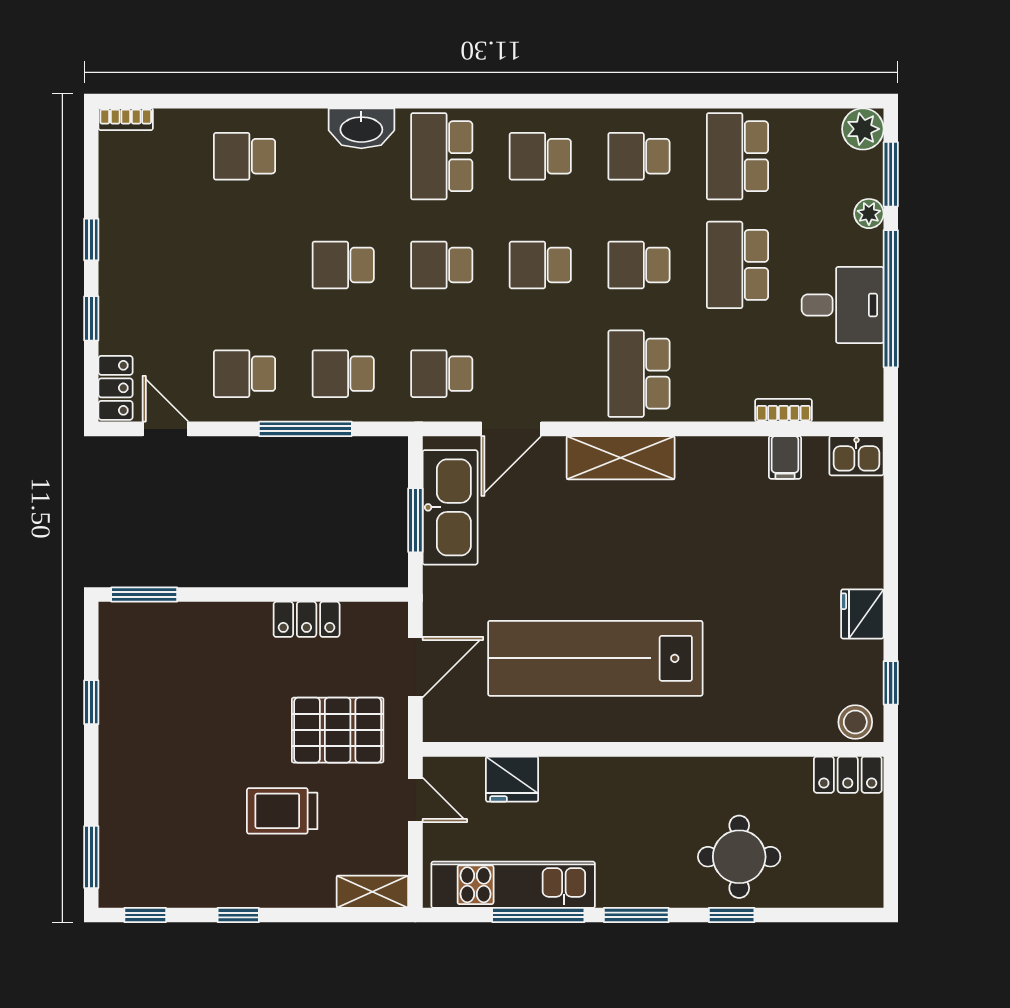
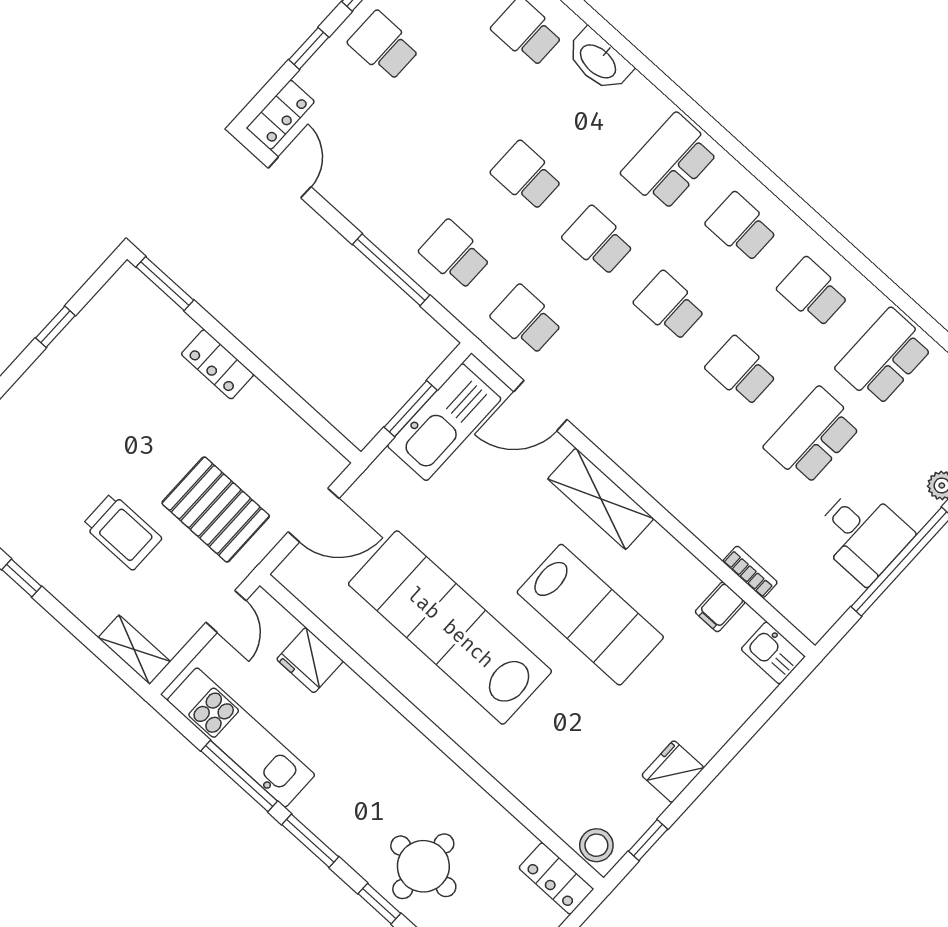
washbasin: (361, 128) -> (599, 60), moved
school desk: (245, 374) -> (384, 46), moved
school desk: (639, 374) -> (669, 450), removed
lab bench: (692, 552) -> (590, 615), added
locker: (307, 619) -> (218, 364), moved
trolley: (282, 811) -> (122, 532), turned 180

